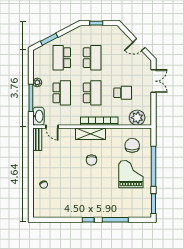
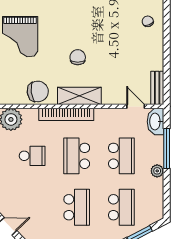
school desk: (92, 58) -> (77, 207), turned 180
school desk: (62, 93) -> (121, 156), turned 180
school desk: (123, 93) -> (32, 156), turned 180
chair: (132, 145) -> (38, 91), moved, turned -97

